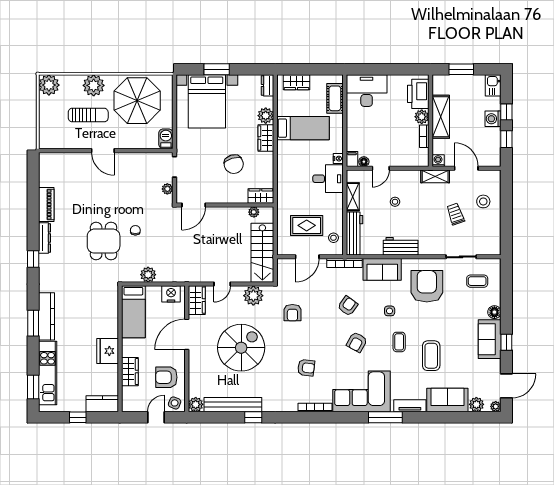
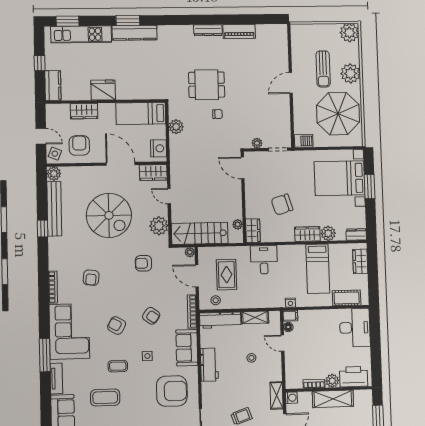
desk: (328, 179) -> (264, 260), moved, turned 180
window: (33, 259) -> (188, 20), removed
plant: (282, 264) -> (190, 252), added

